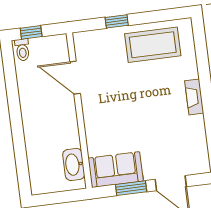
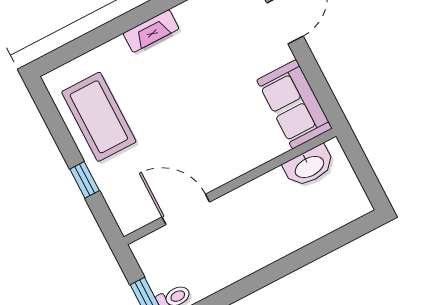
door: (75, 78) -> (186, 209), swing flipped
window: (131, 188) -> (313, 73), removed

